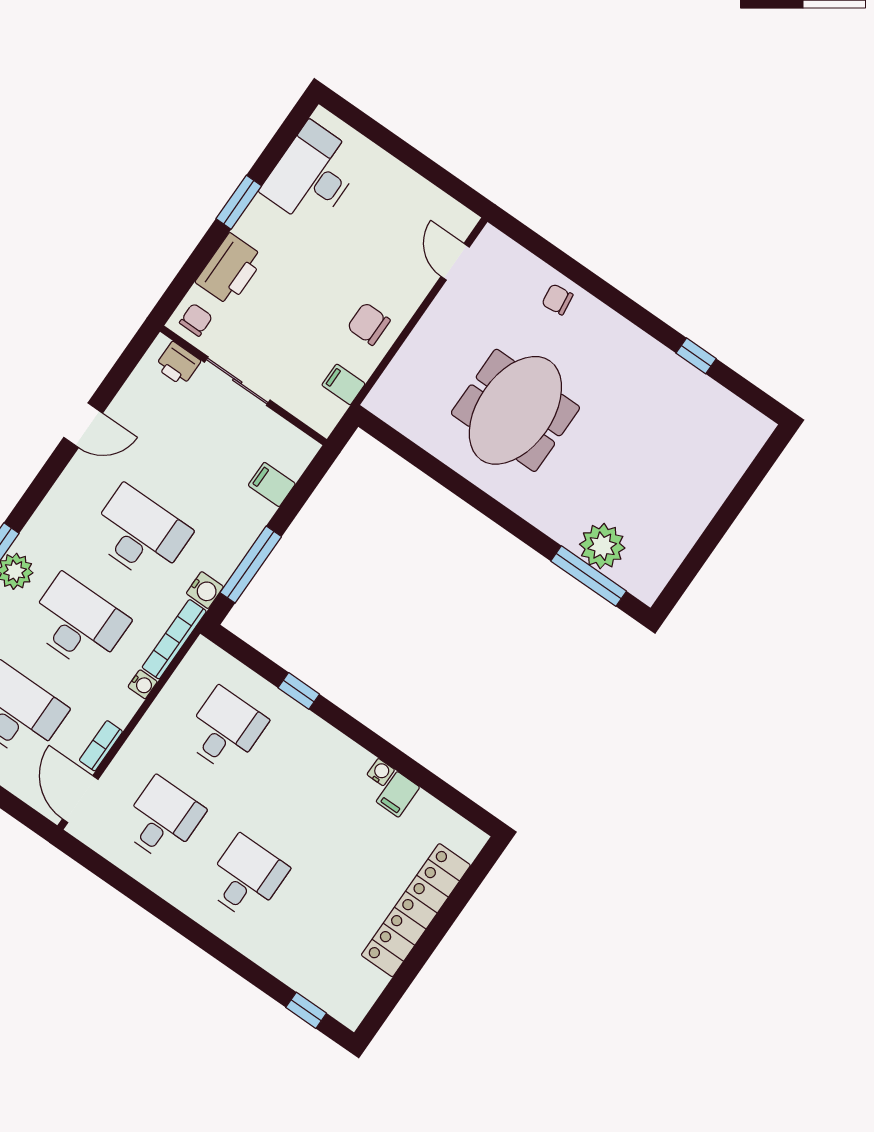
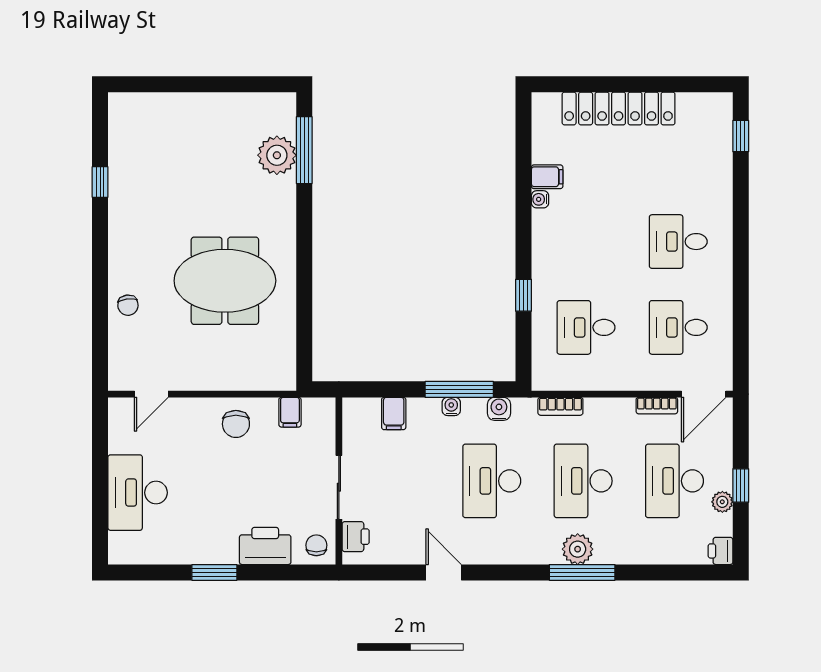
desk: (312, 175) -> (138, 493), moved, turned 90
chair: (196, 320) -> (316, 545), turned 90
bookcase: (174, 639) -> (560, 406), width x0.64
water cooler: (143, 684) -> (451, 406), moved

